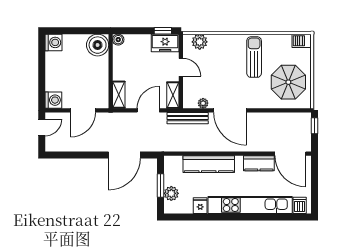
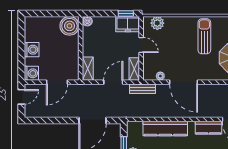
washing machine: (53, 42) -> (32, 50), moved
bench: (188, 118) -> (142, 89), width x0.73

